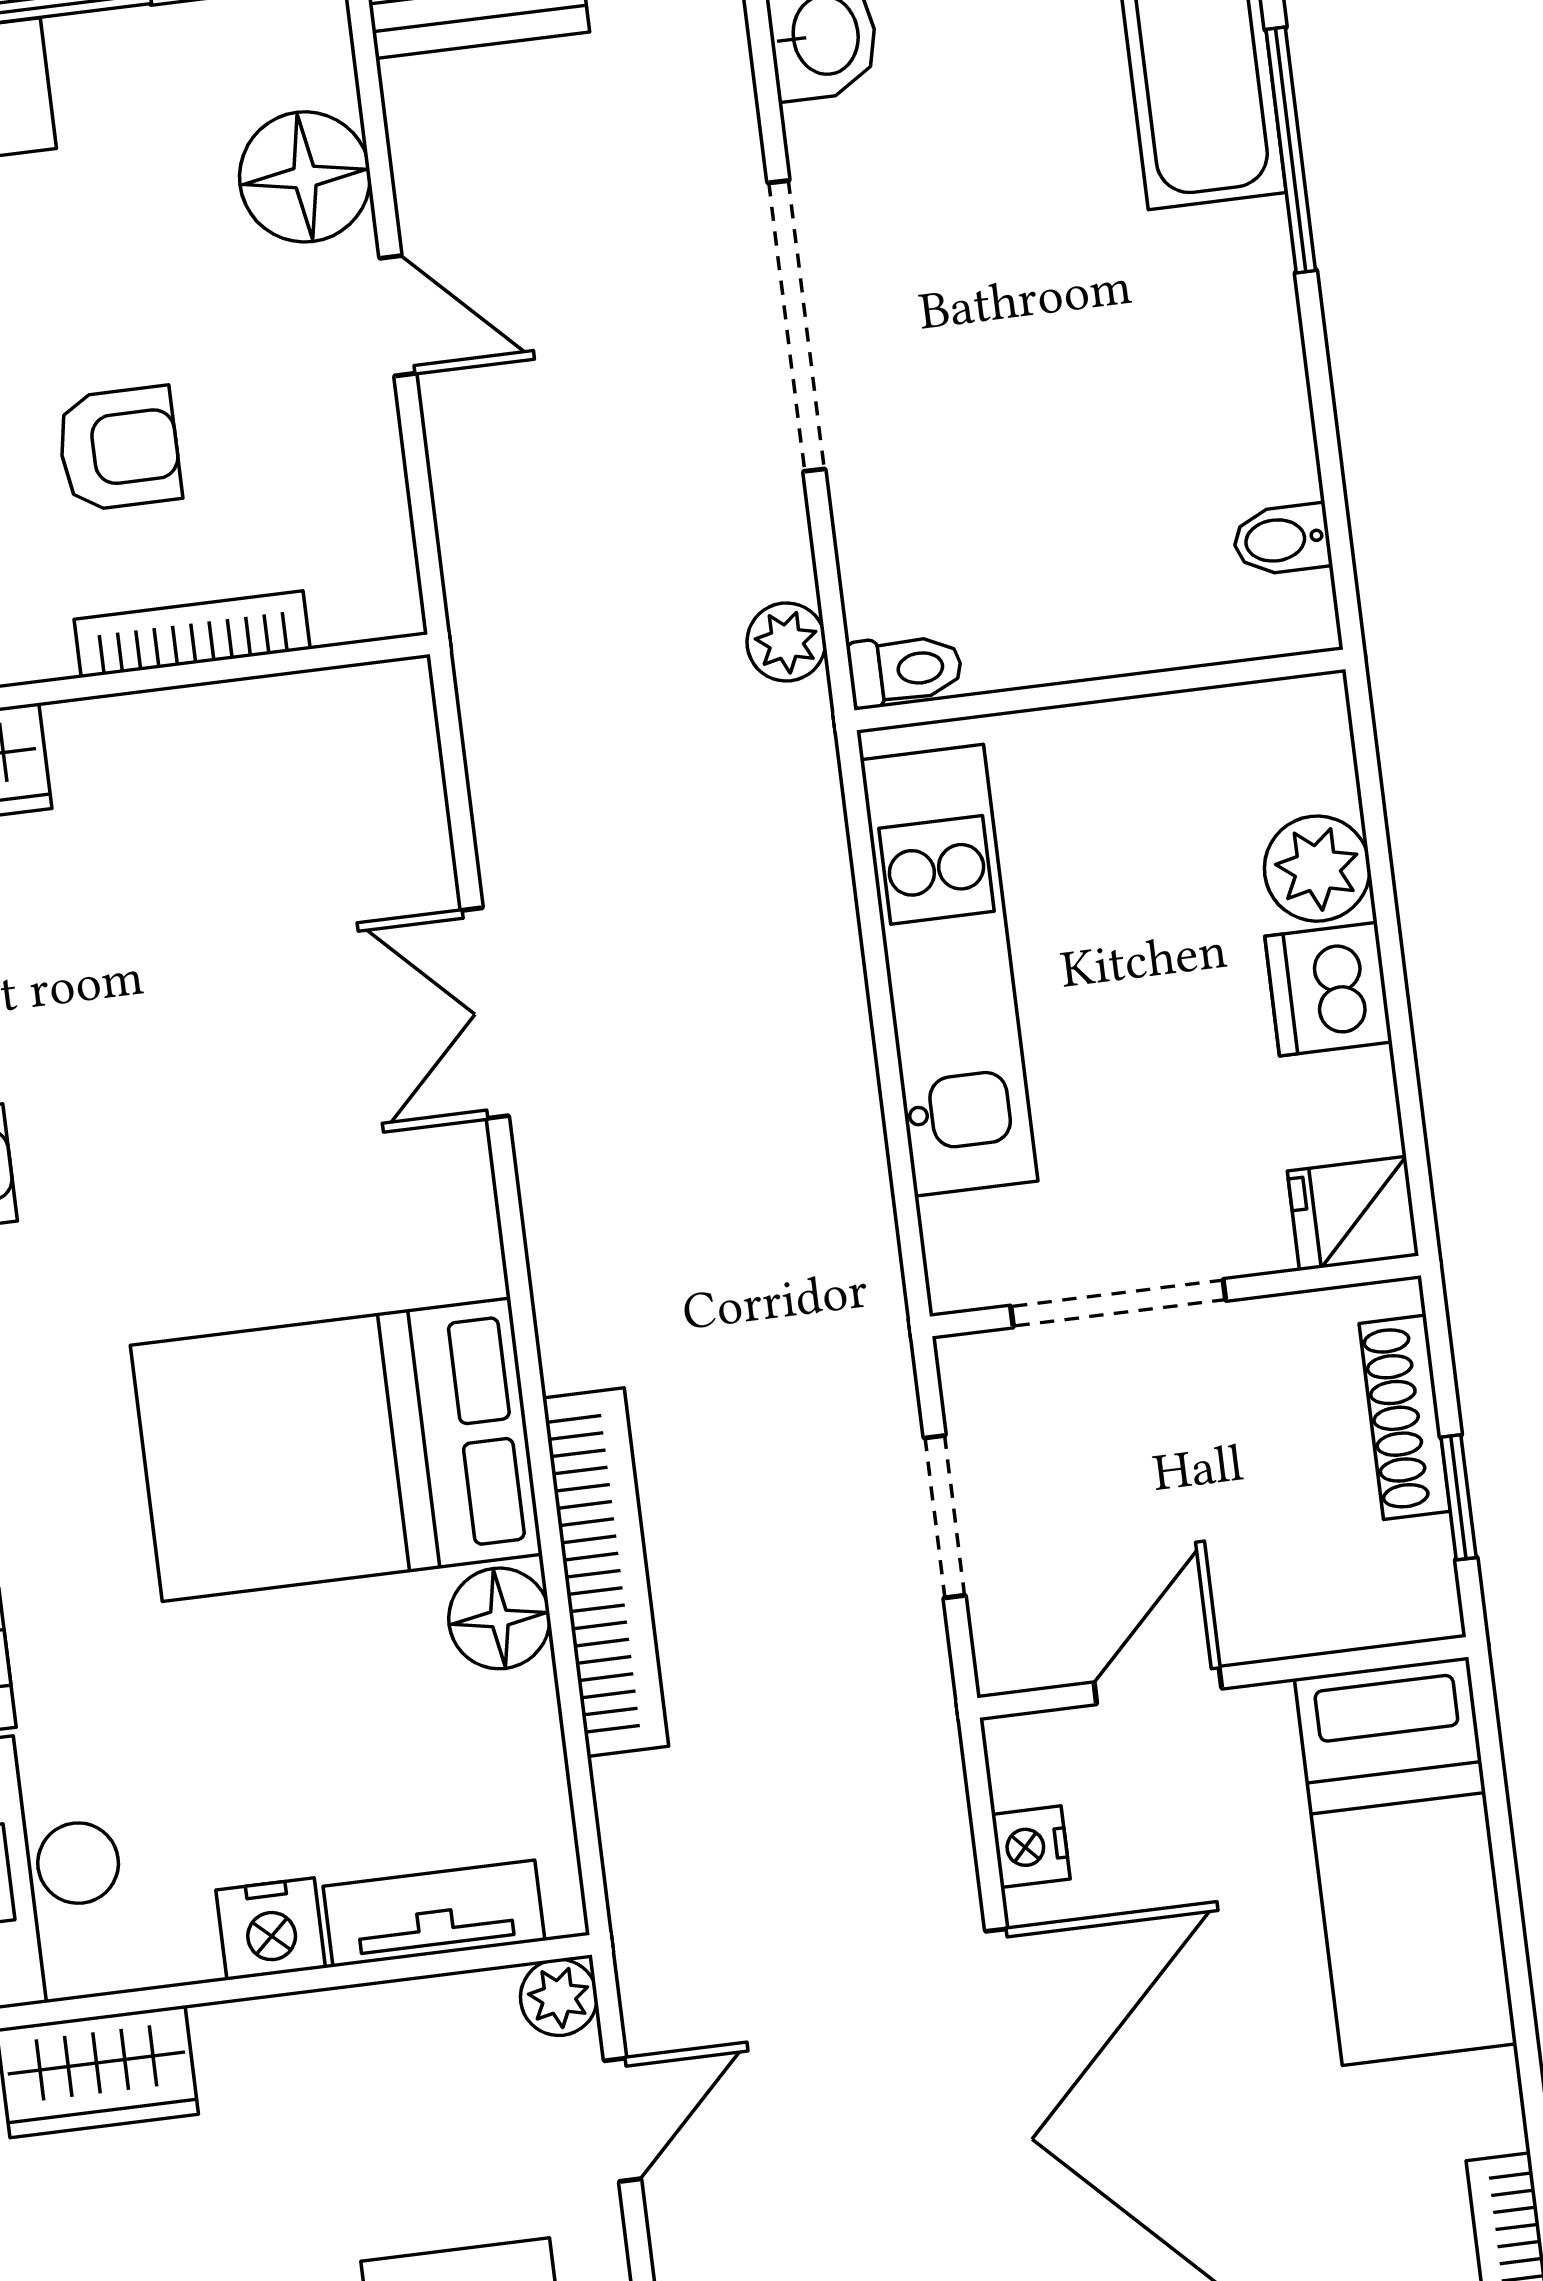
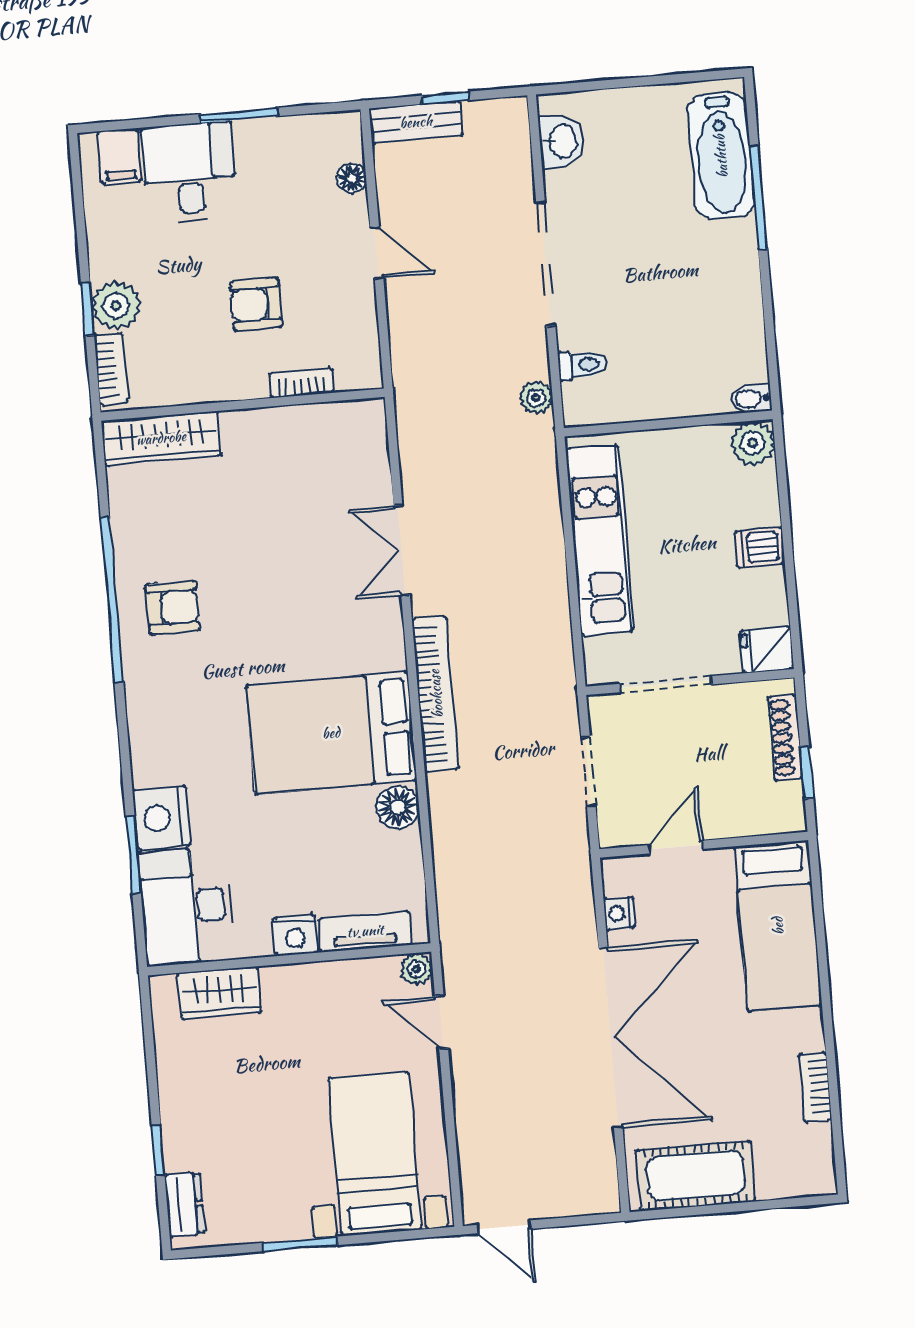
floor lamp: (305, 177) -> (352, 178), width x0.53, depth x0.53
armchair: (119, 449) -> (256, 304), turned 180
bidet: (1282, 540) -> (751, 399), moved
bookcase: (192, 634) -> (302, 383), width x0.64
toilet: (905, 670) -> (582, 365), moved
plant: (1317, 869) -> (752, 443), moved
dishwasher: (1328, 989) -> (760, 547), width x0.73
bookcase: (606, 1572) -> (436, 694), moved
door: (623, 2120) -> (441, 1022), swing flipped

